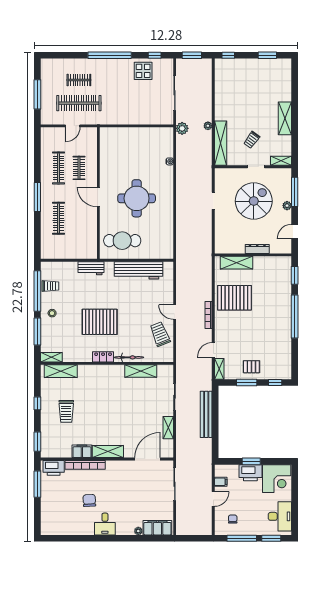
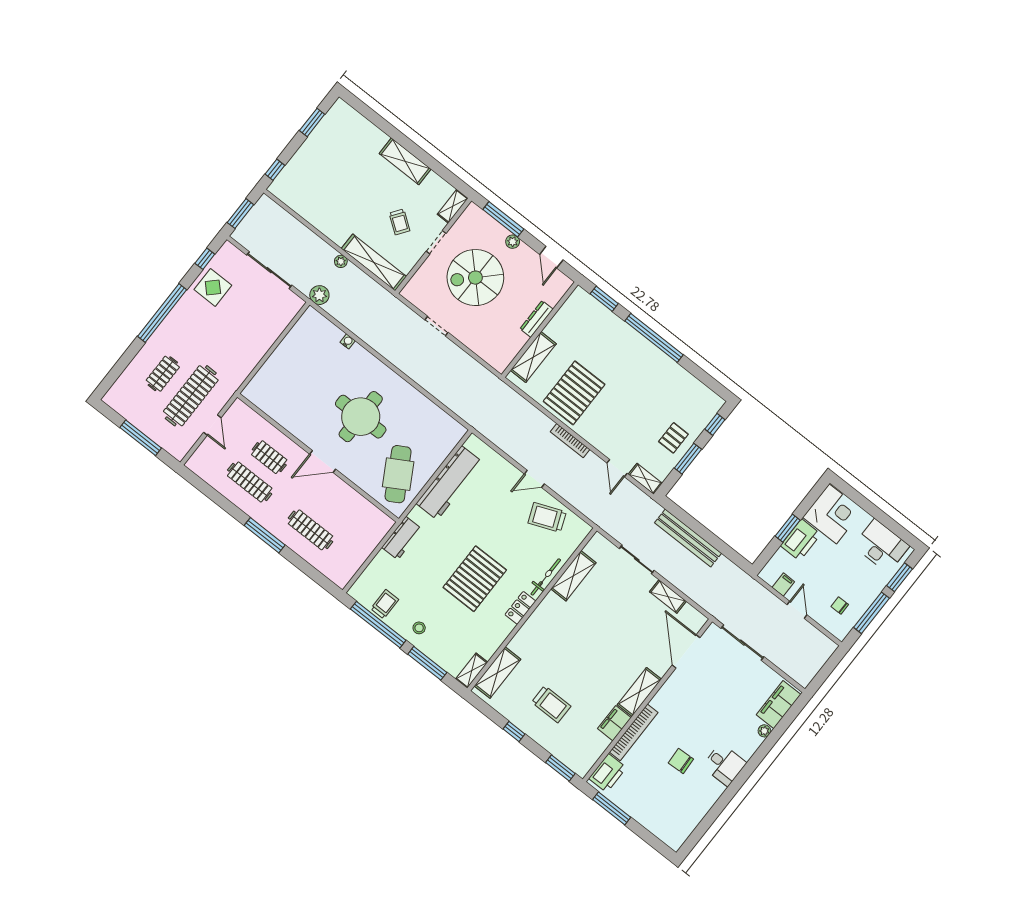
spiral stairs: (254, 201) -> (475, 278), turned -90
cafe table: (122, 241) -> (398, 474), turned -30

